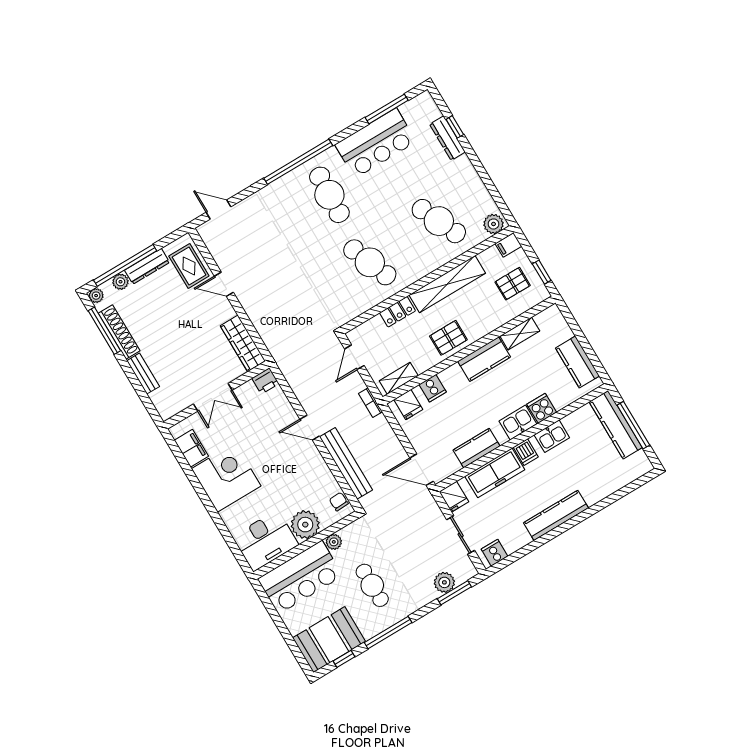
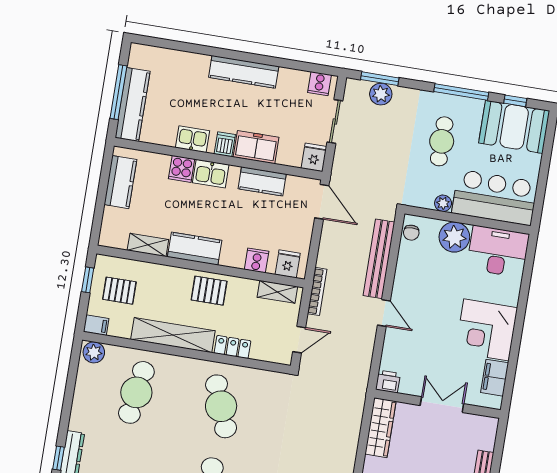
cafe table: (439, 221) -> (136, 392), turned 33
bookcase: (371, 403) -> (317, 291), width x1.56
freezer: (495, 473) -> (256, 147), width x0.71

